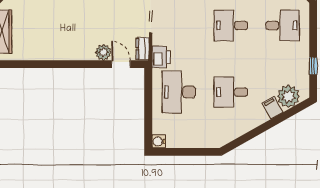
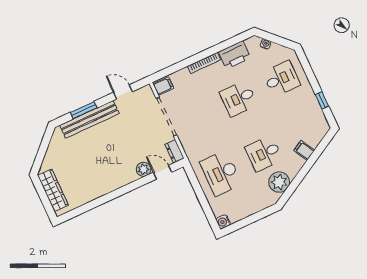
printer: (161, 57) -> (193, 151), removed
plant: (288, 96) -> (279, 182), moved

